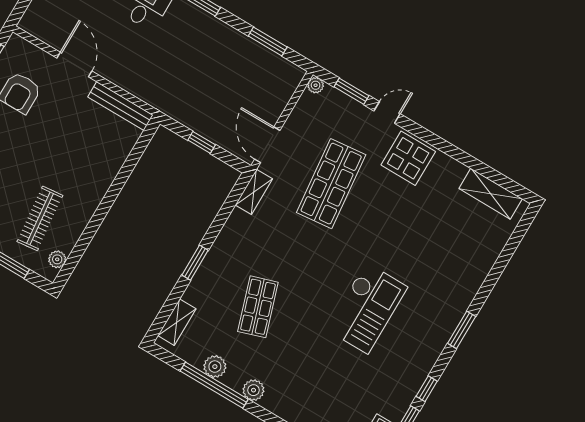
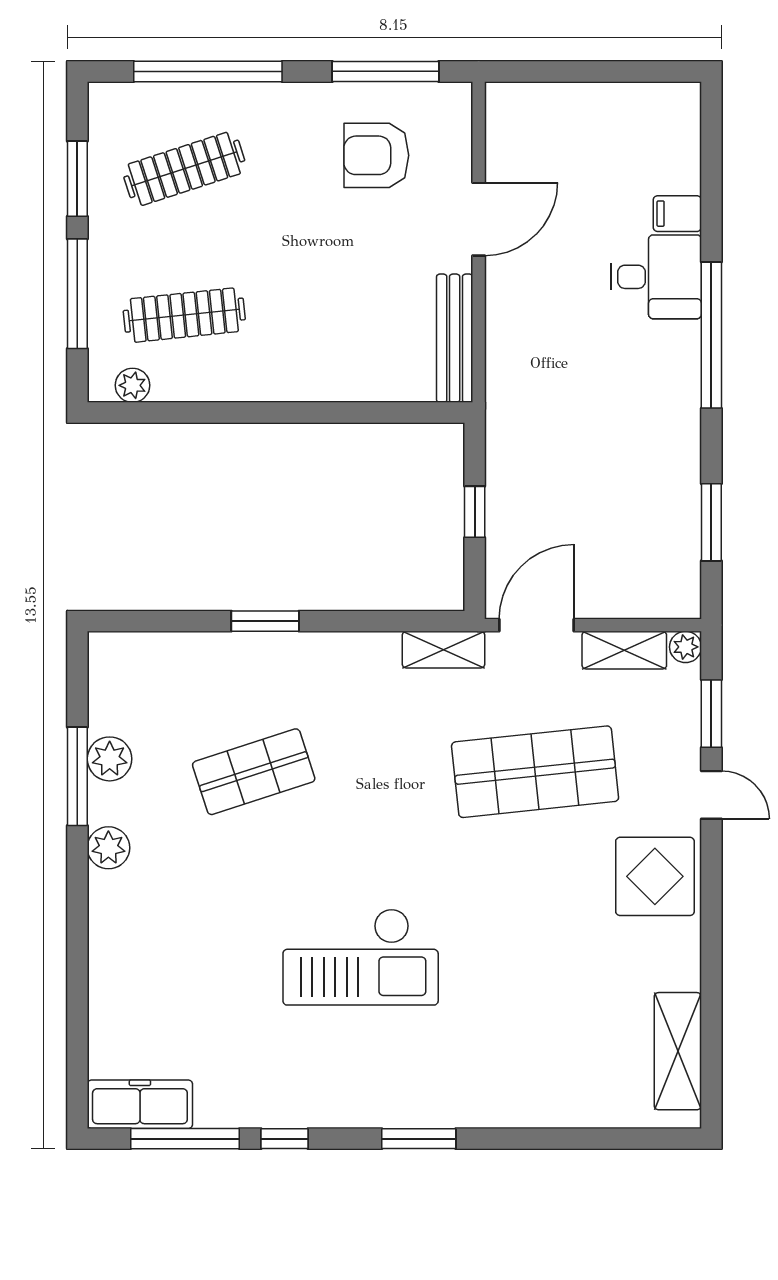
shelving: (177, 322) -> (624, 650), moved
window: (214, 385) -> (77, 776), width x0.68

